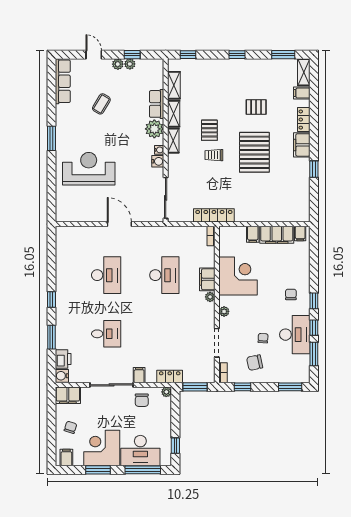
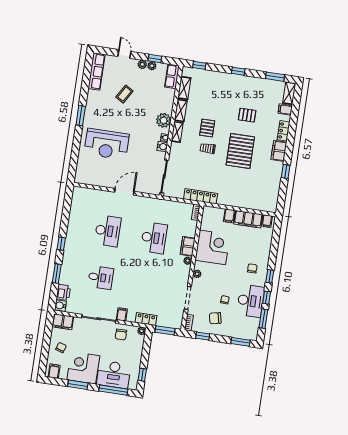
row of seats: (157, 104) -> (172, 76), moved
reception desk: (89, 169) -> (107, 144), turned 180
door: (119, 224) -> (124, 192), hinge flipped

